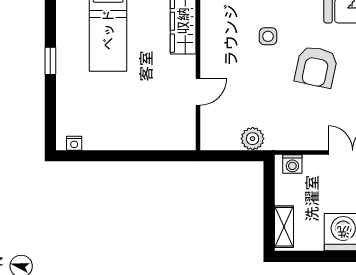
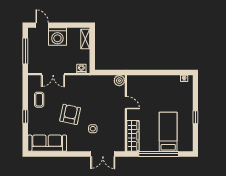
door: (198, 92) -> (126, 103), swing flipped
plant: (253, 139) -> (119, 81), moved

